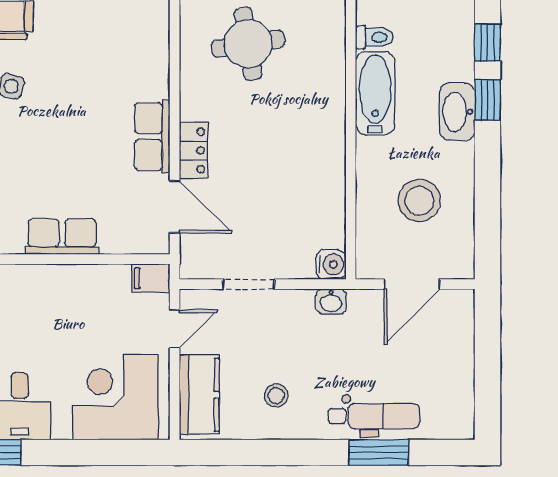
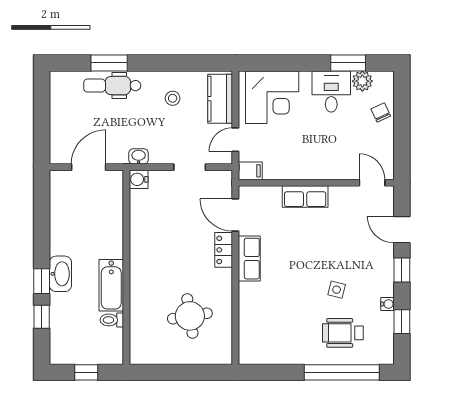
stool: (419, 201) -> (84, 219), removed

